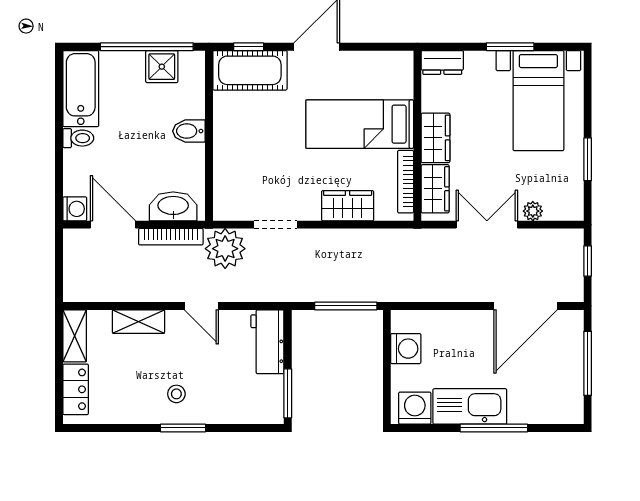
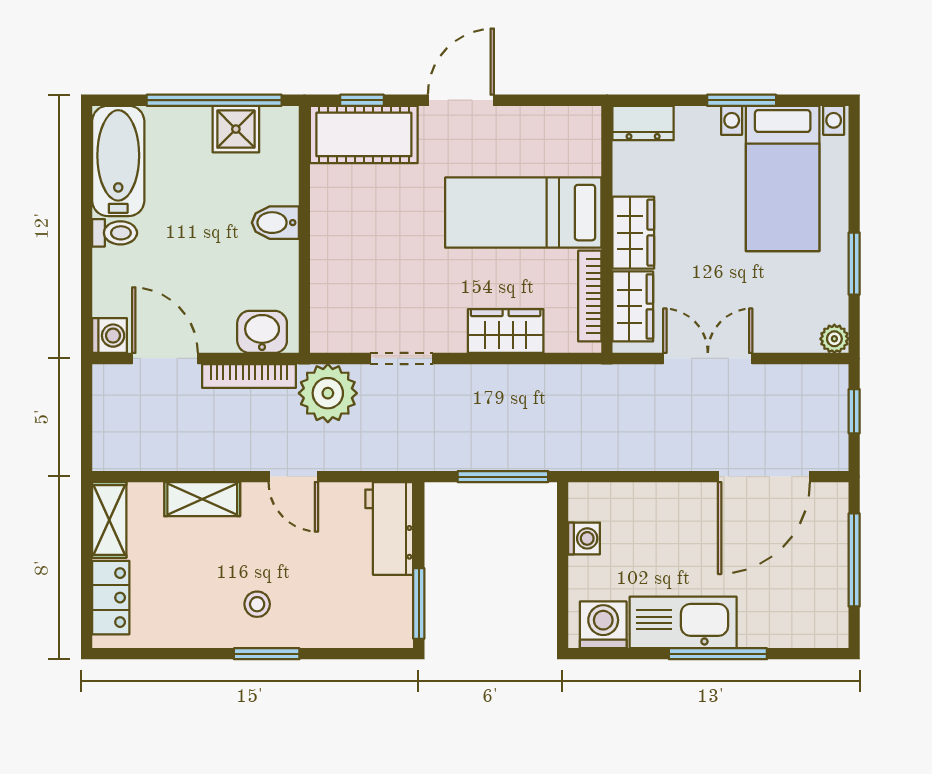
washbasin: (173, 206) -> (262, 332), width x0.72
plant: (533, 211) -> (834, 339), moved
washing machine: (406, 349) -> (584, 538), width x0.73, depth x0.73

